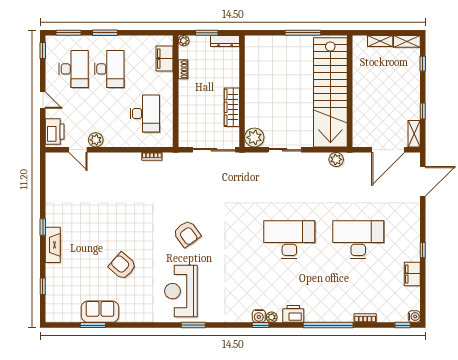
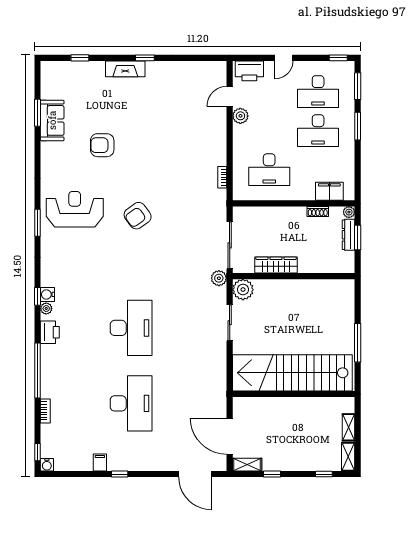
dresser: (225, 41) -> (349, 235), moved
plant: (336, 159) -> (219, 278), moved
armchair: (122, 266) -> (102, 145), turned -131
filing cabinet: (412, 274) -> (100, 463), width x0.50

